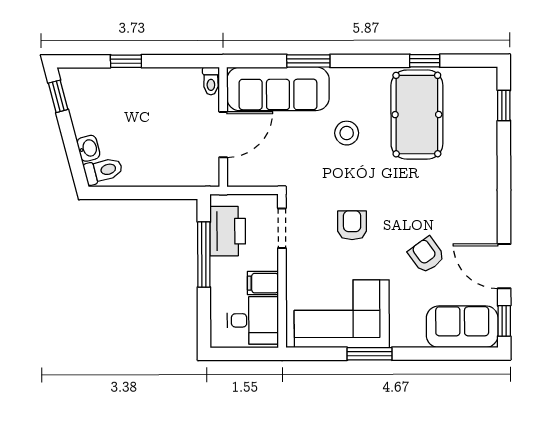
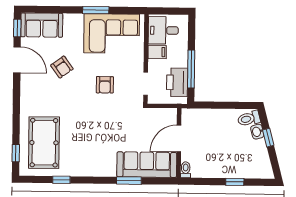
window: (58, 96) -> (268, 138), moved
pool table: (417, 115) -> (44, 143), moved
stool: (347, 133) -> (107, 138), removed

